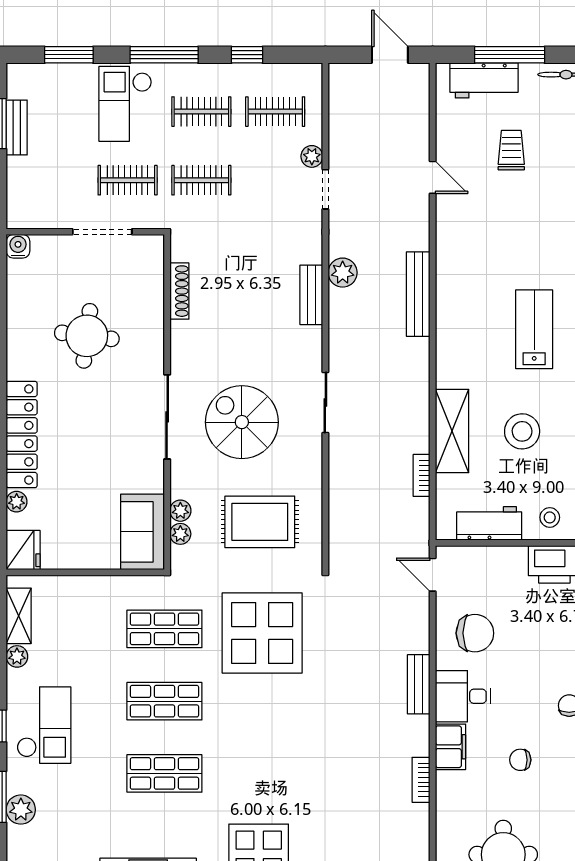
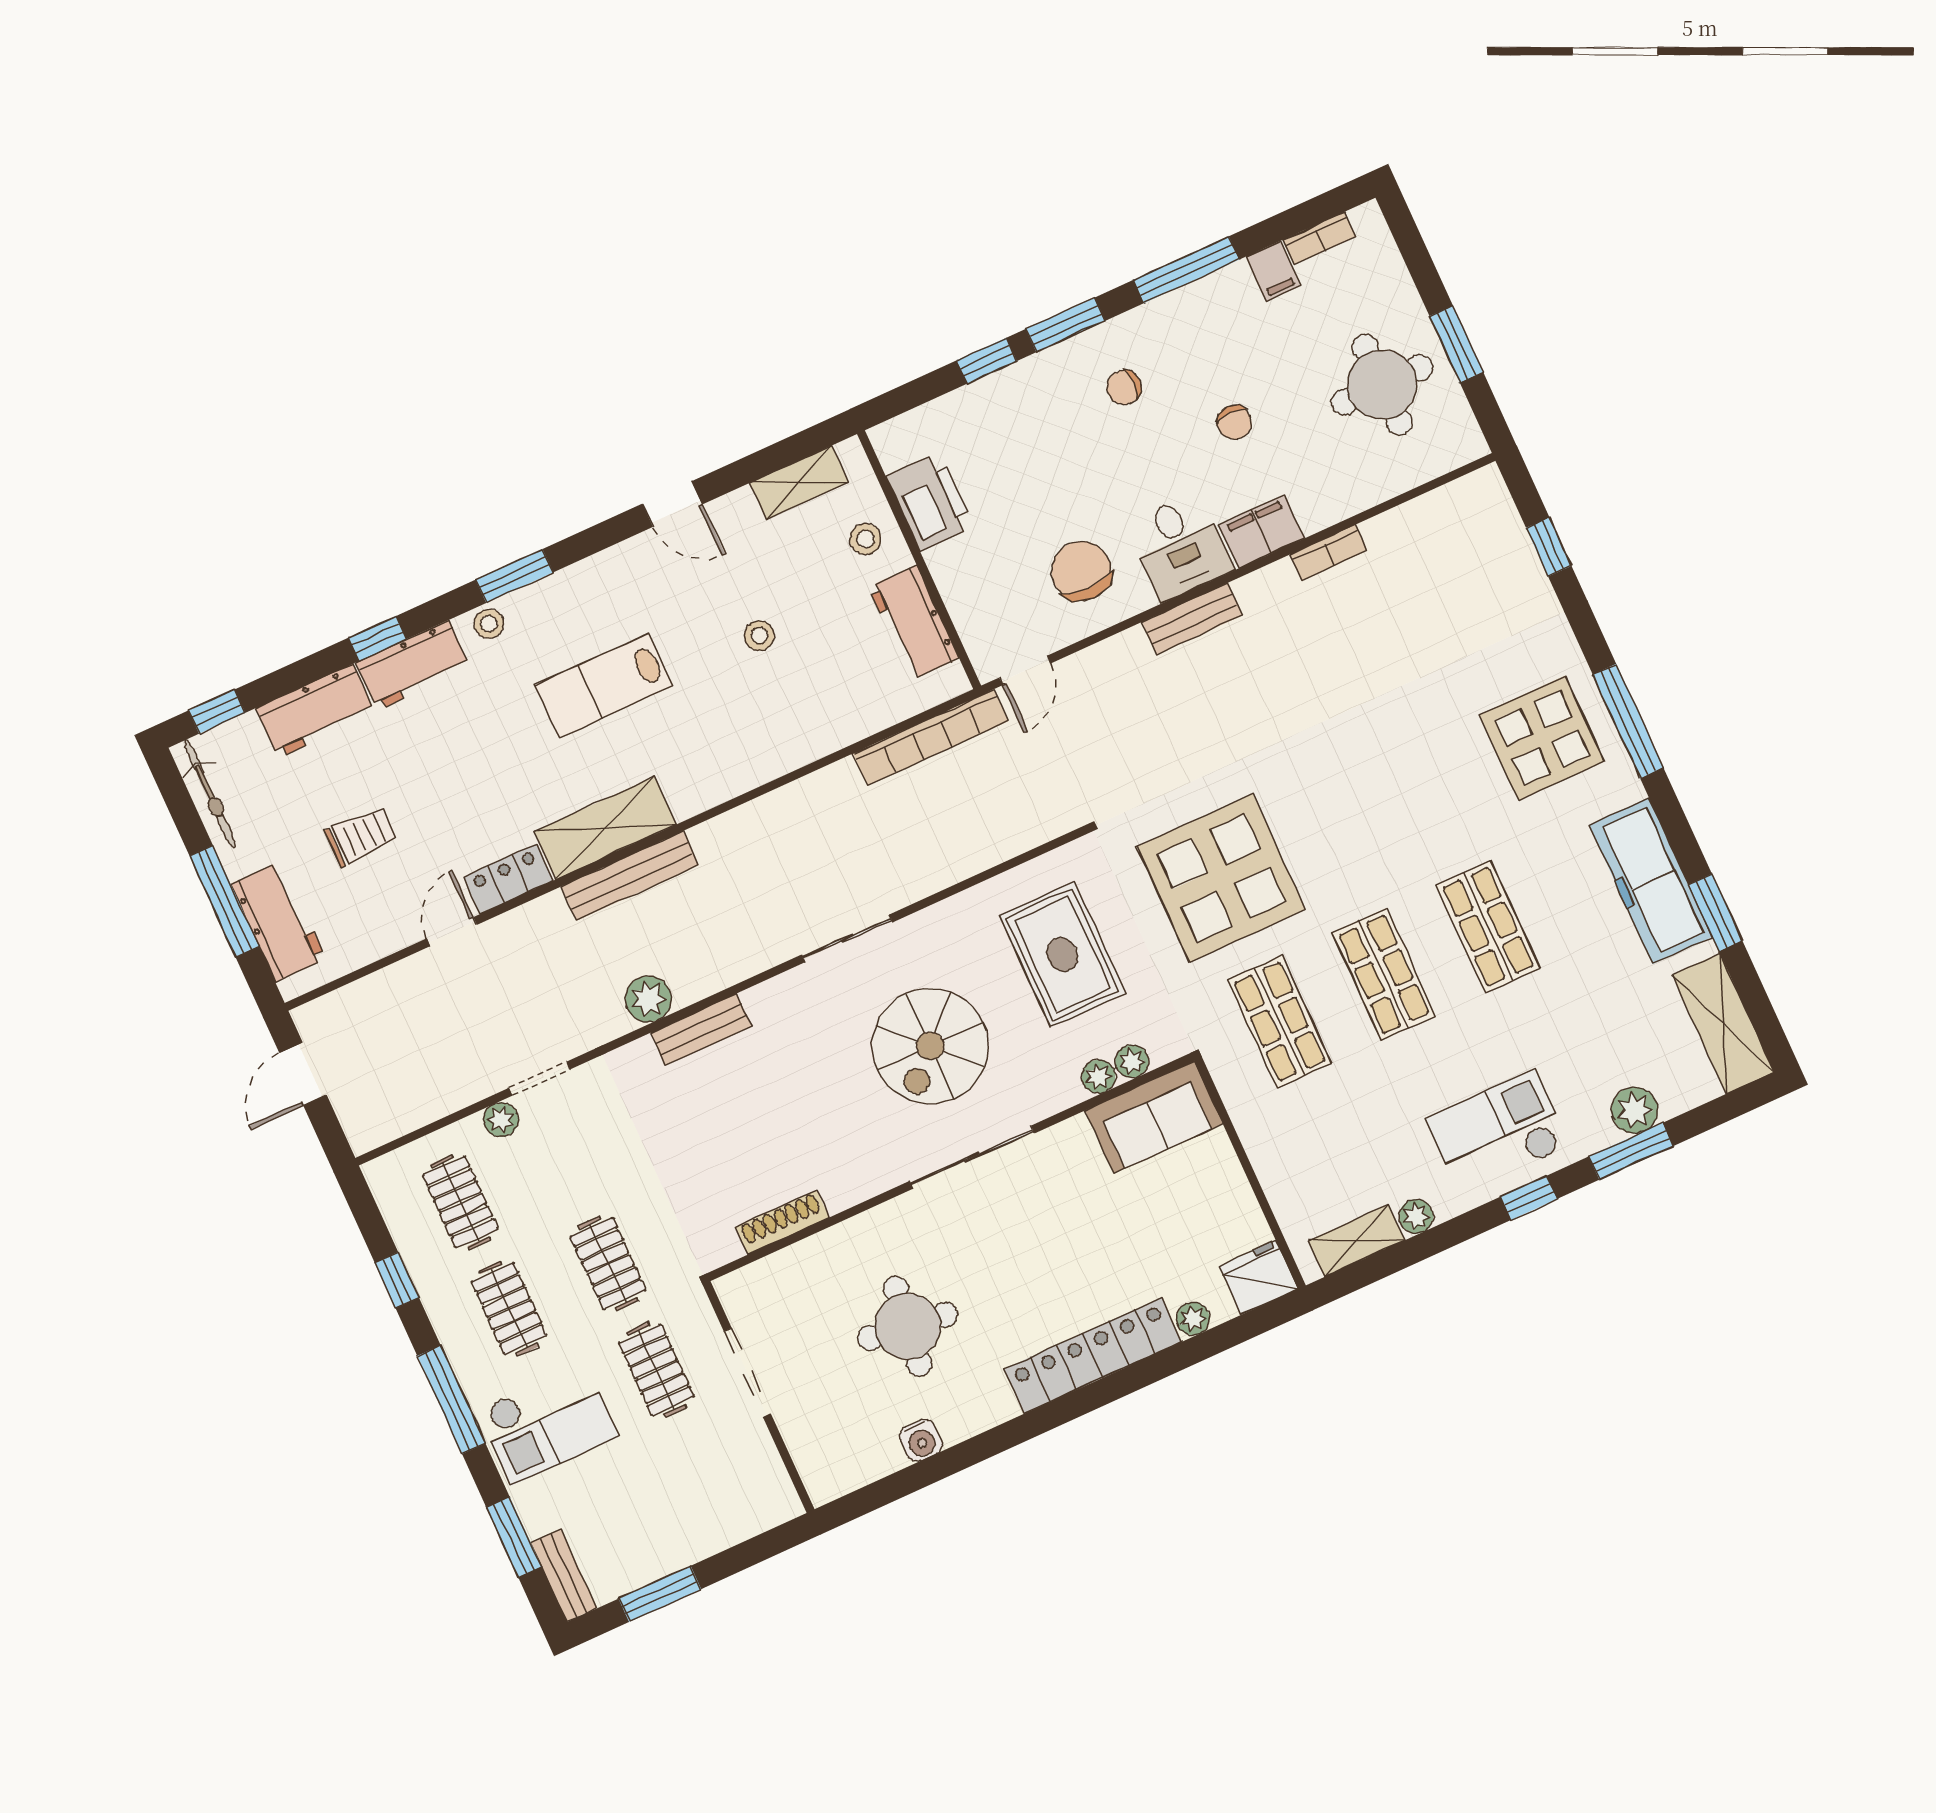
bench: (17, 127) -> (564, 1575), moved, turned 90
trolley: (511, 150) -> (361, 836), turned 180
locker: (448, 224) -> (508, 879), added
water cooler: (18, 246) -> (921, 1440), moved, turned -90
shelving: (452, 431) -> (605, 828), moved
stool: (522, 431) -> (759, 636), width x0.53, depth x0.53
bookcase: (422, 475) -> (931, 737), width x2.31, depth x1.31

